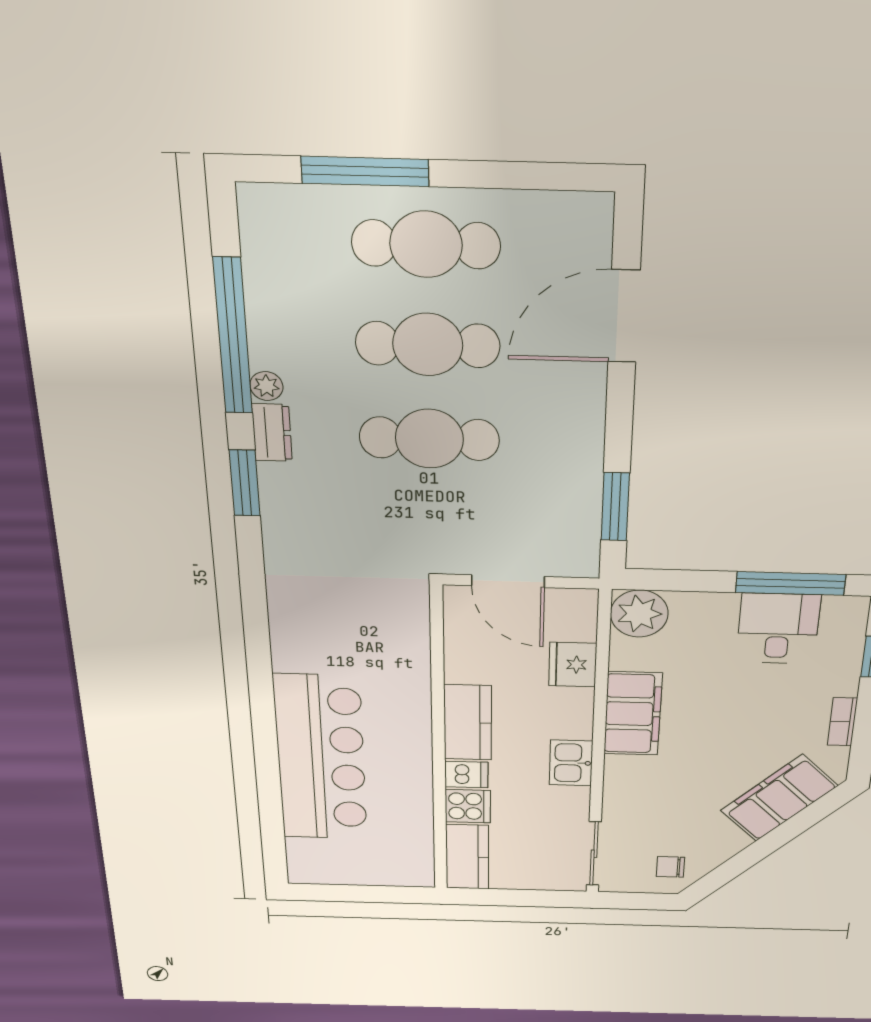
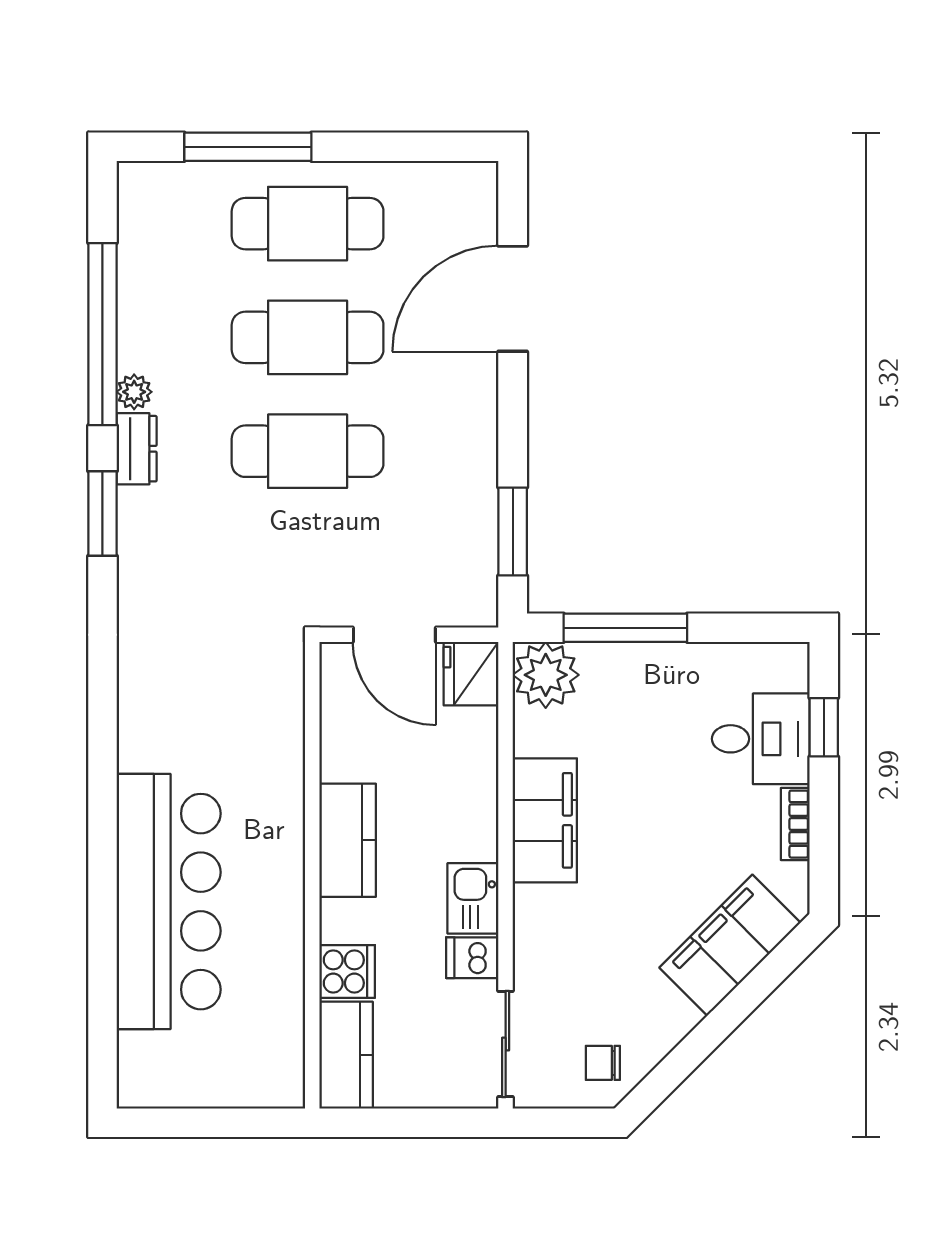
window: (791, 584) -> (625, 628), moved
desk: (778, 629) -> (761, 739), moved, turned 90
fridge: (573, 665) -> (471, 674), moved
dishwasher: (466, 775) -> (472, 958), moved, turned 180

